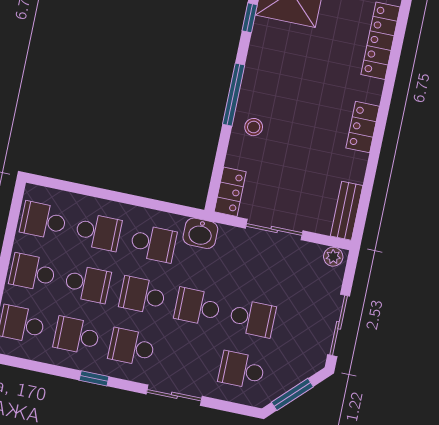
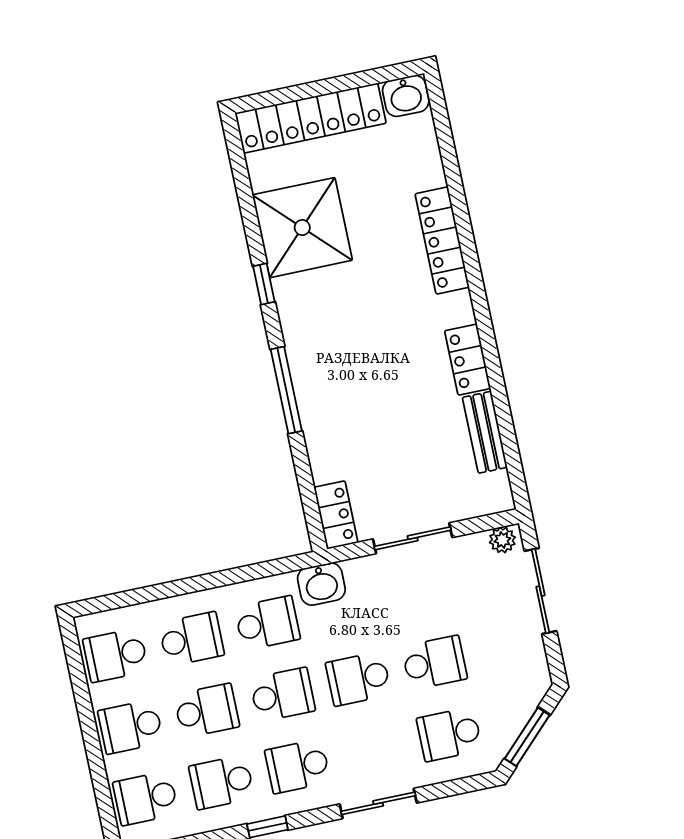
stool: (254, 127) -> (330, 420), removed
bench: (347, 211) -> (485, 432), moved
school desk: (142, 295) -> (282, 695), turned 180
sliding door: (339, 325) -> (541, 591), moved

